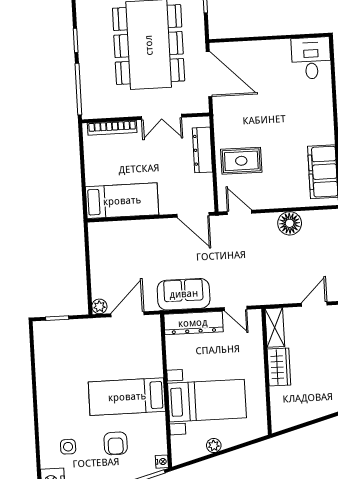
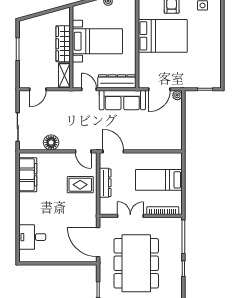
desk: (311, 58) -> (32, 237), moved, turned 90
dresser: (202, 150) -> (105, 183), moved
bed: (122, 201) -> (159, 180), moved
sofa: (184, 294) -> (122, 100), width x1.36
wardrobe: (279, 367) -> (63, 44), width x1.50
bed: (127, 397) -> (163, 36), width x1.50
bed with nightstands: (207, 401) -> (97, 41), moved, turned 180

